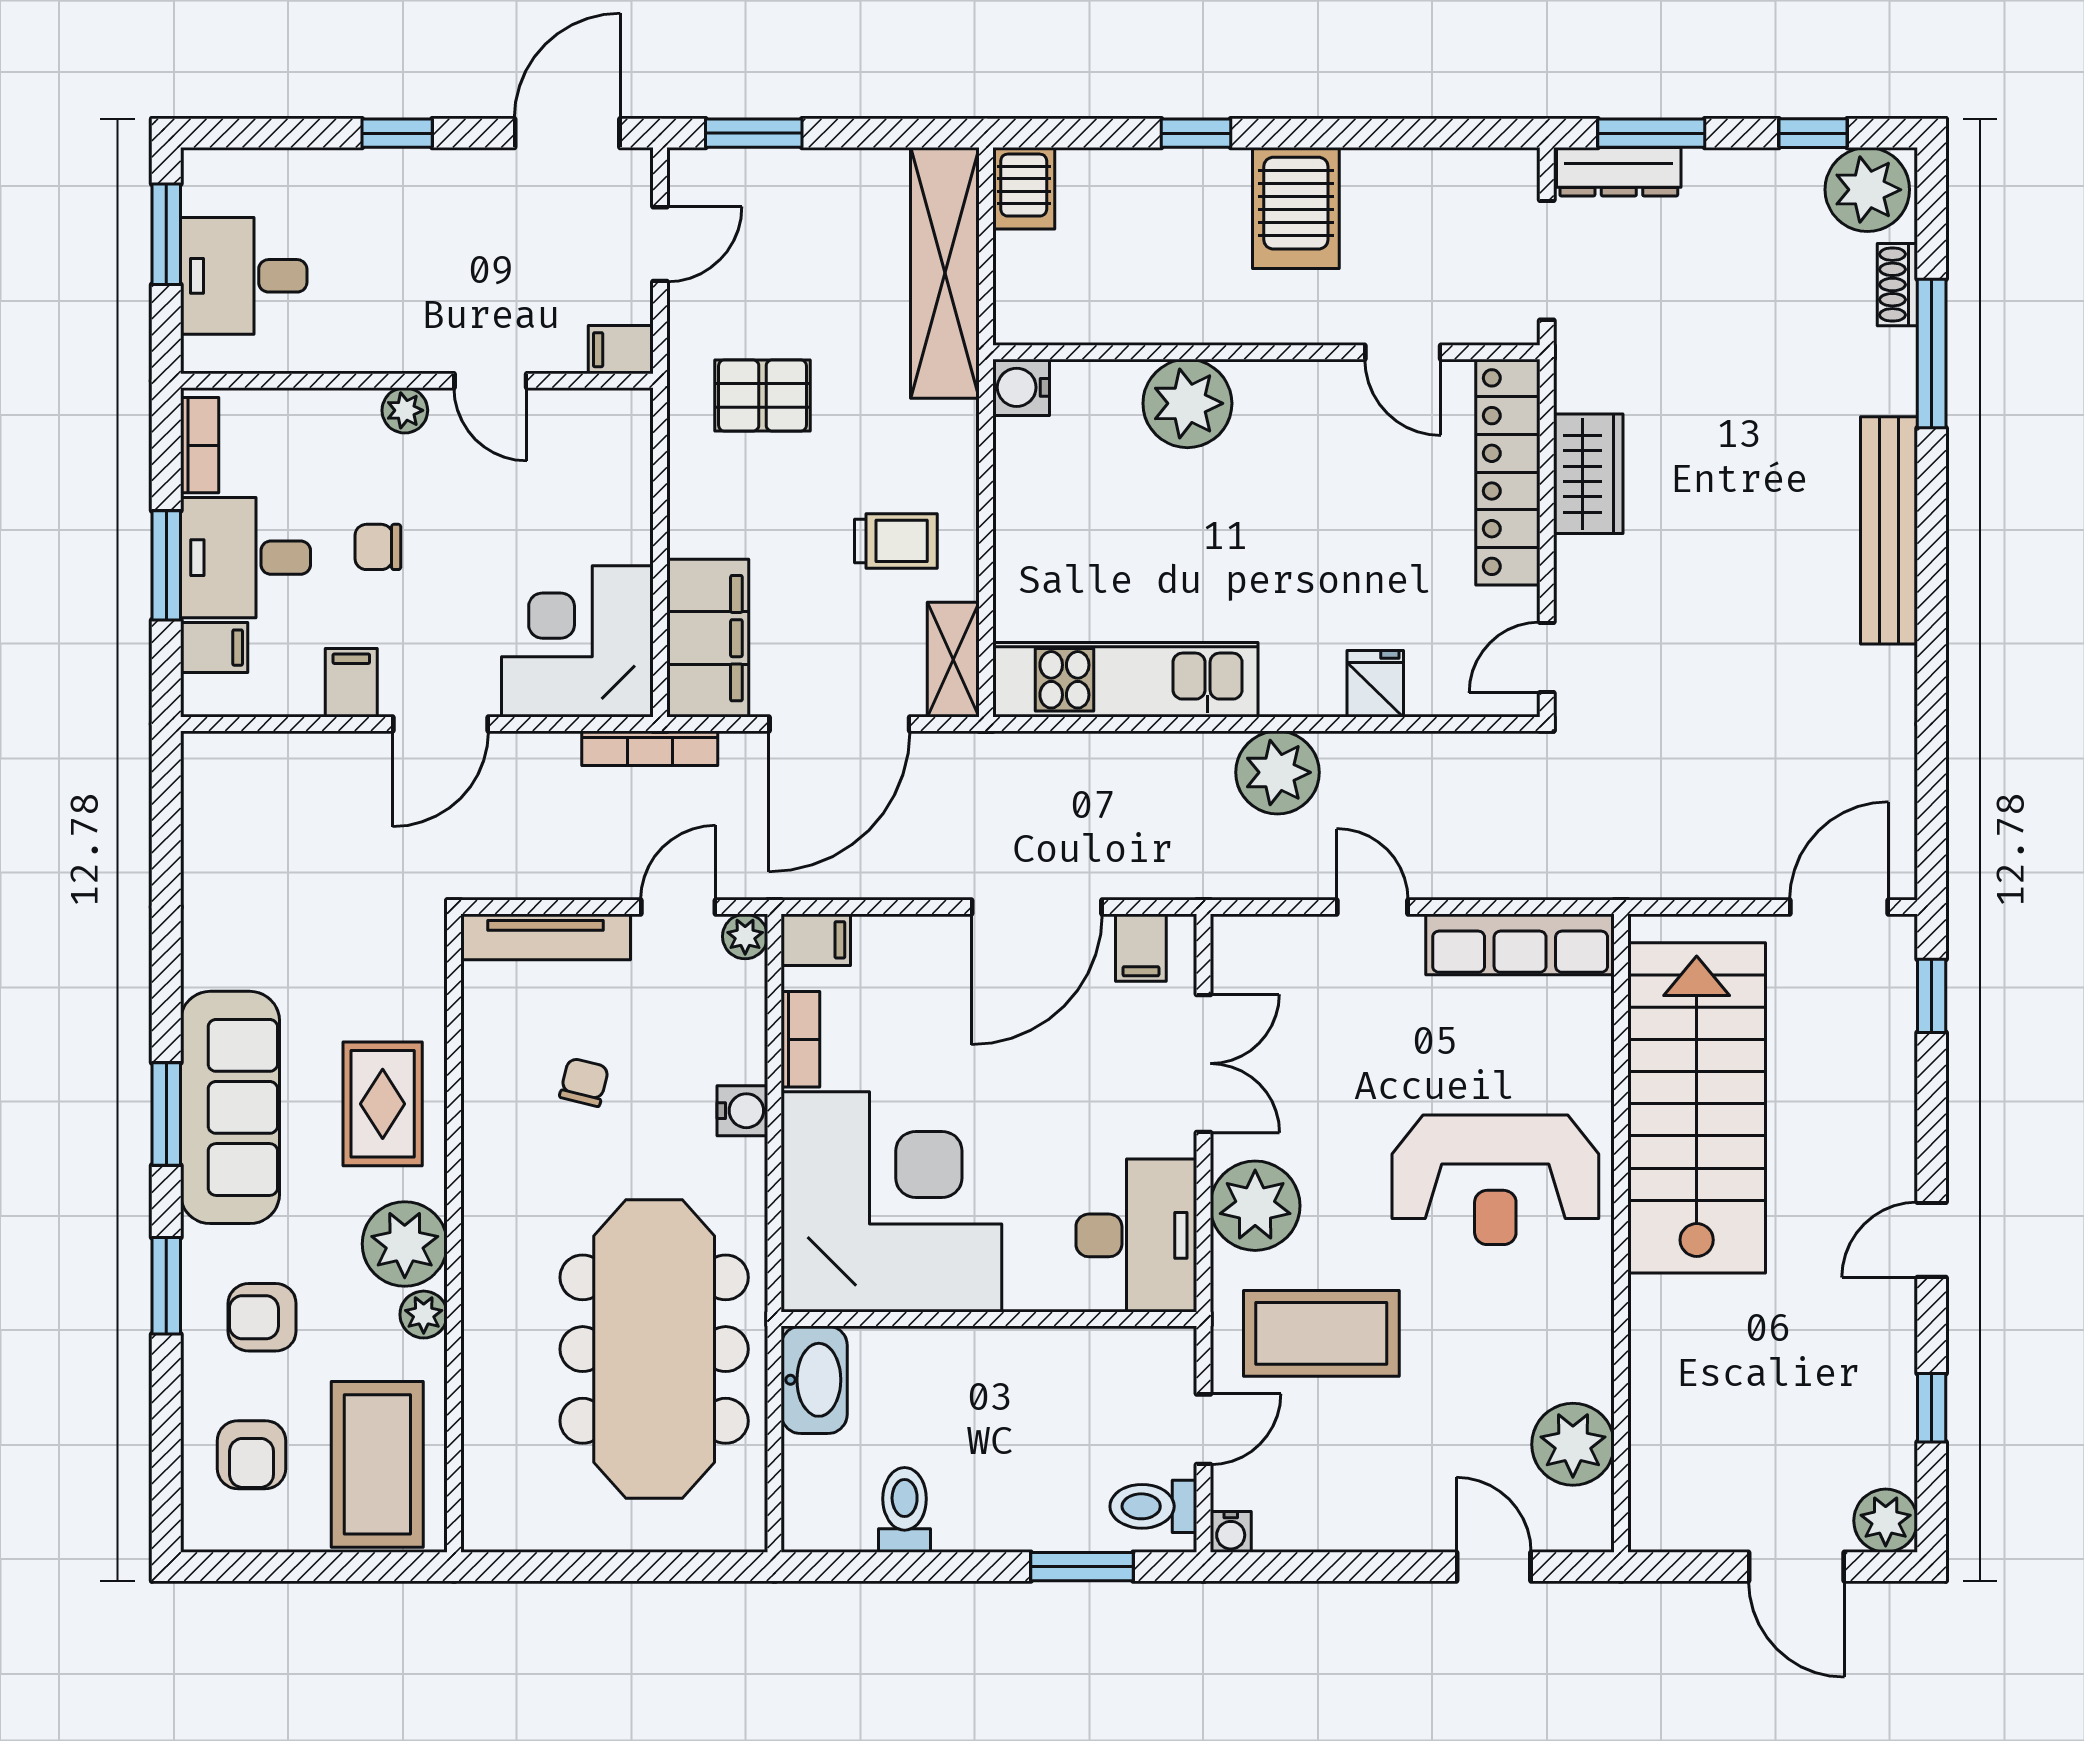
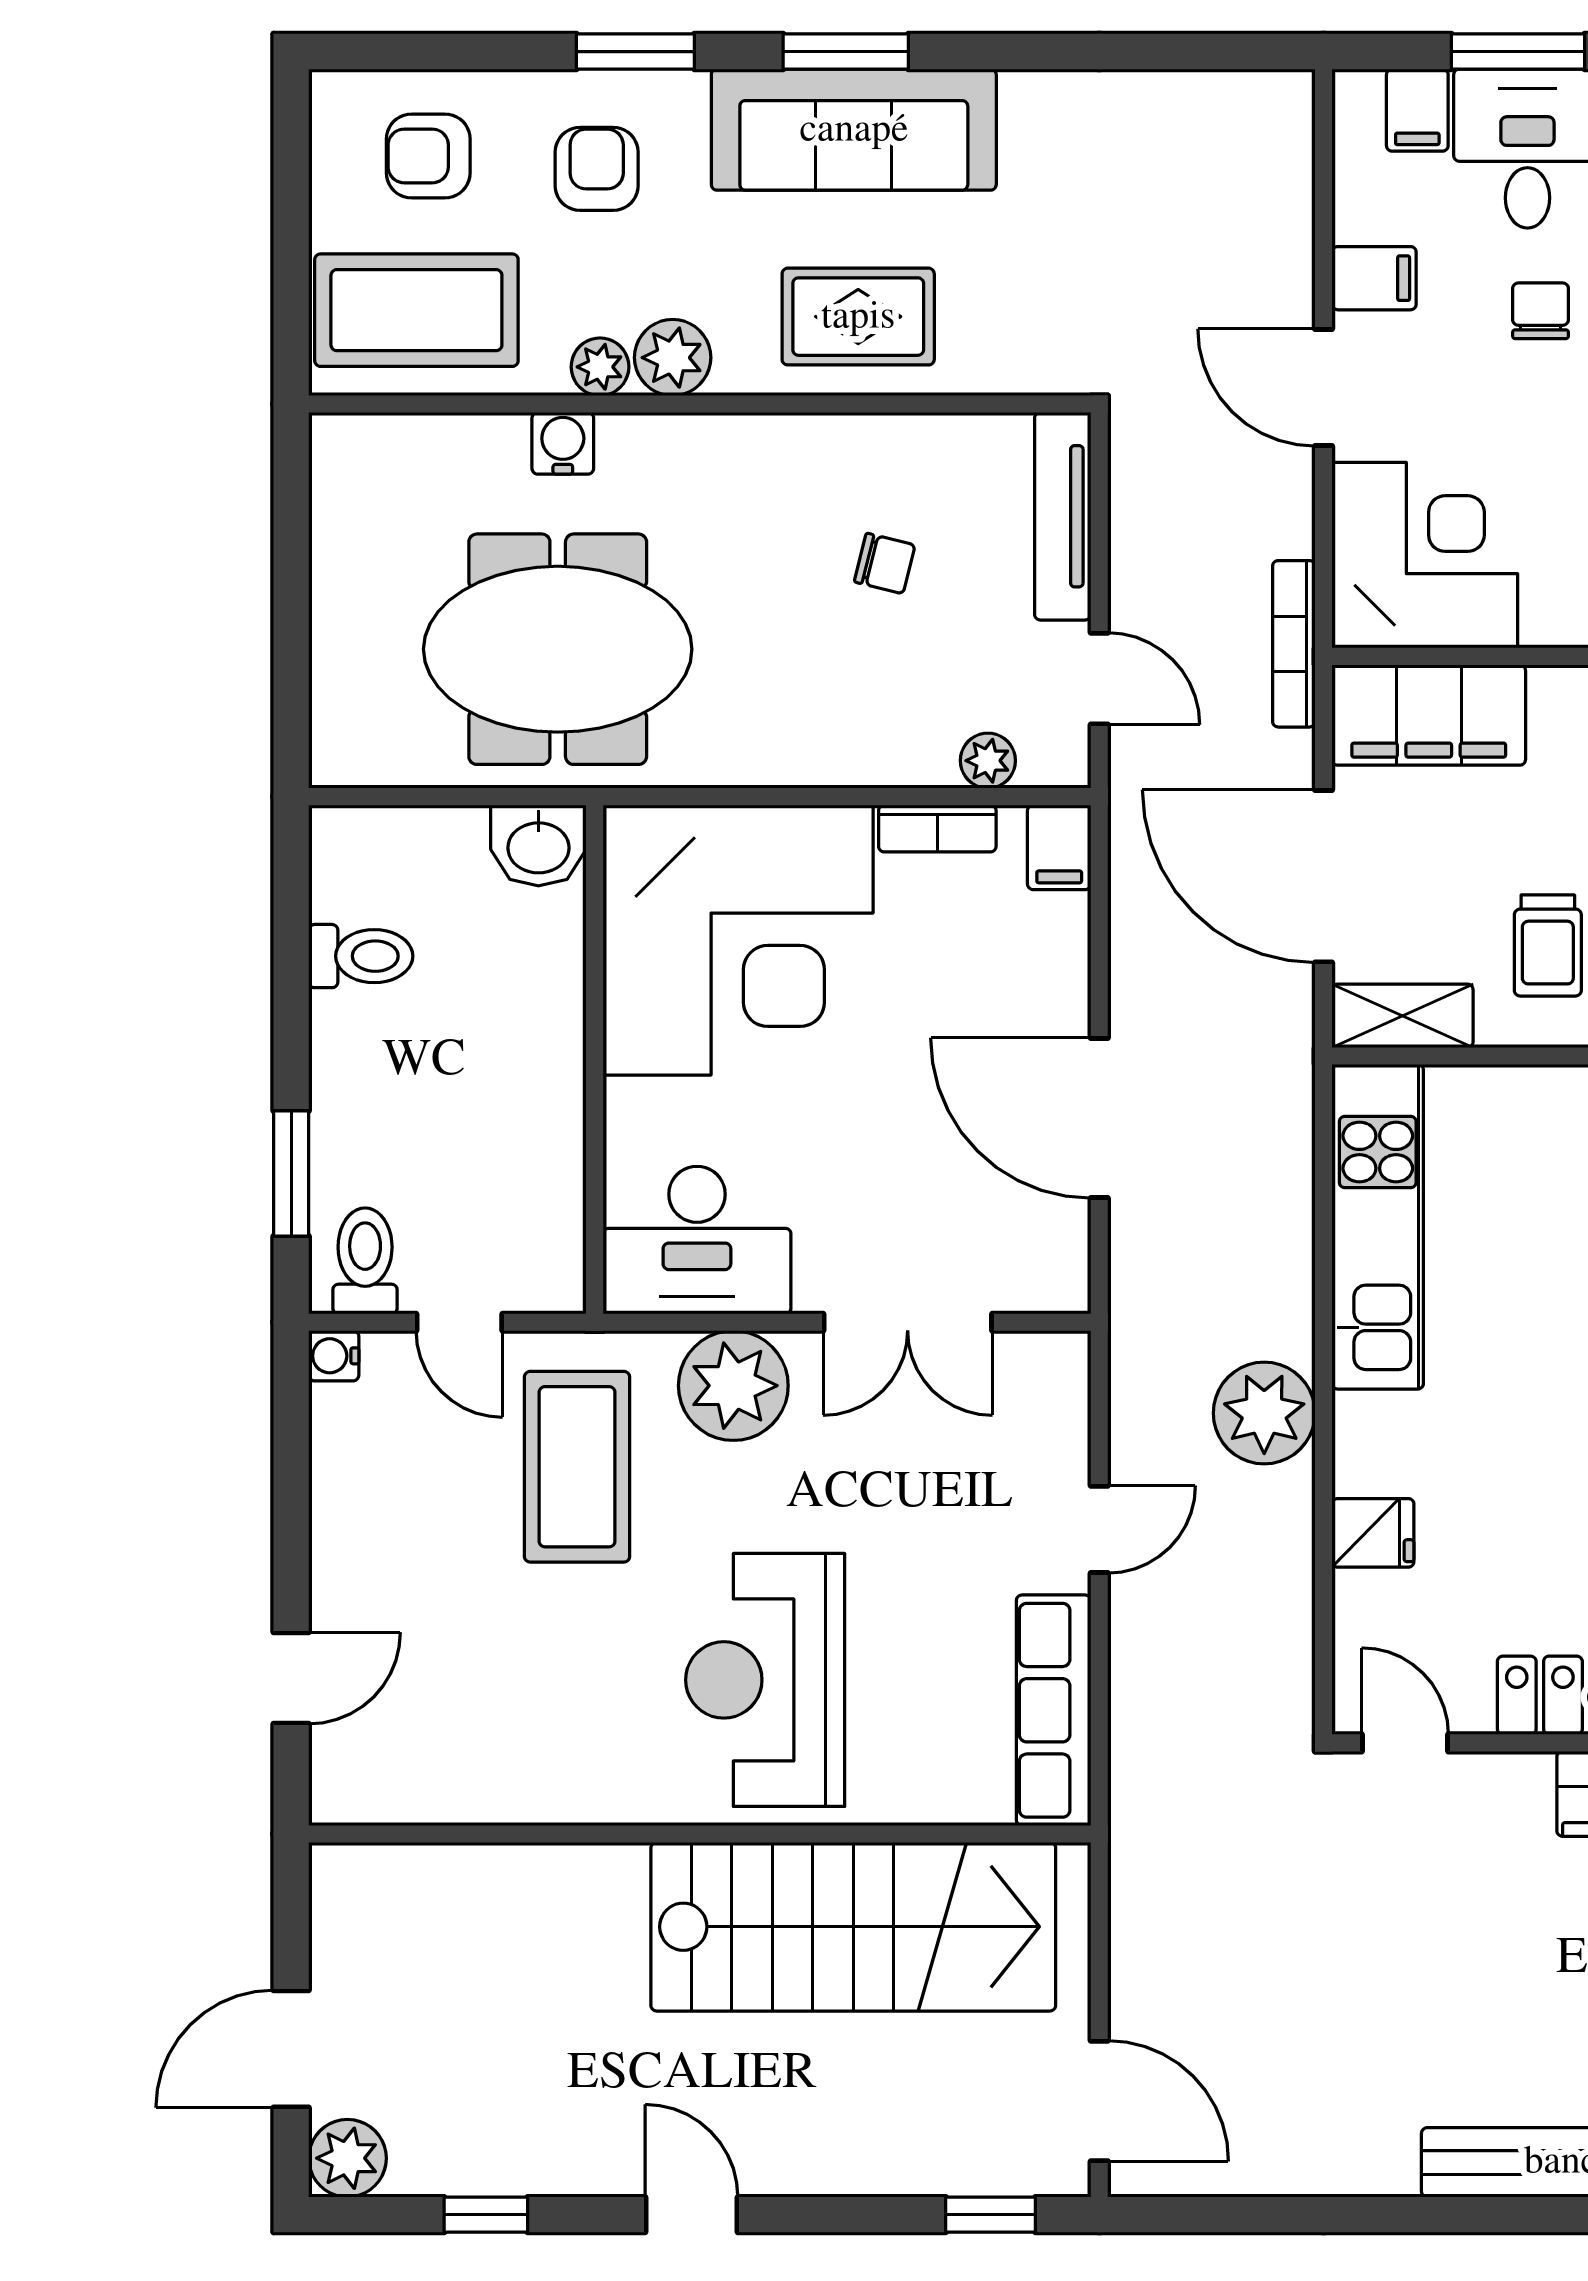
plant: (745, 936) -> (988, 761), moved
filing cabinet: (1141, 948) -> (1050, 1246), removed
water cooler: (742, 1111) -> (563, 443), moved, turned 180
plant: (405, 1244) -> (673, 358), width x0.73, depth x0.73
meeting table: (654, 1349) -> (558, 649), width x0.73
washbasin: (814, 1380) -> (538, 845), width x0.72
plant: (1573, 1444) -> (441, 1775), removed

